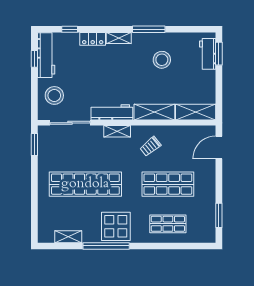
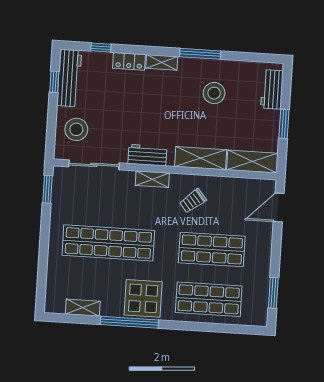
window: (219, 54) -> (284, 124), moved
workbench: (112, 112) -> (147, 155), width x0.73
shop shelf: (168, 224) -> (209, 299), width x1.43, depth x1.36

